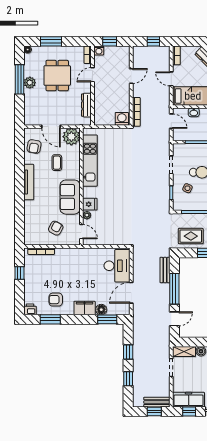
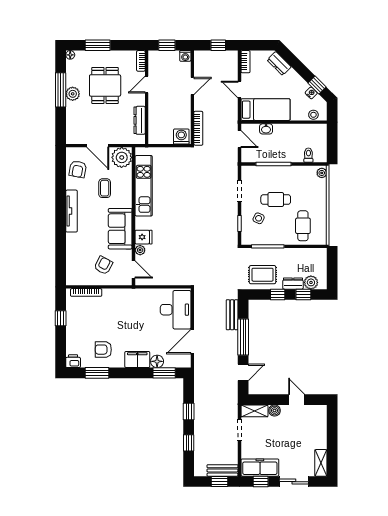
washing machine: (99, 50) -> (185, 56), moved

